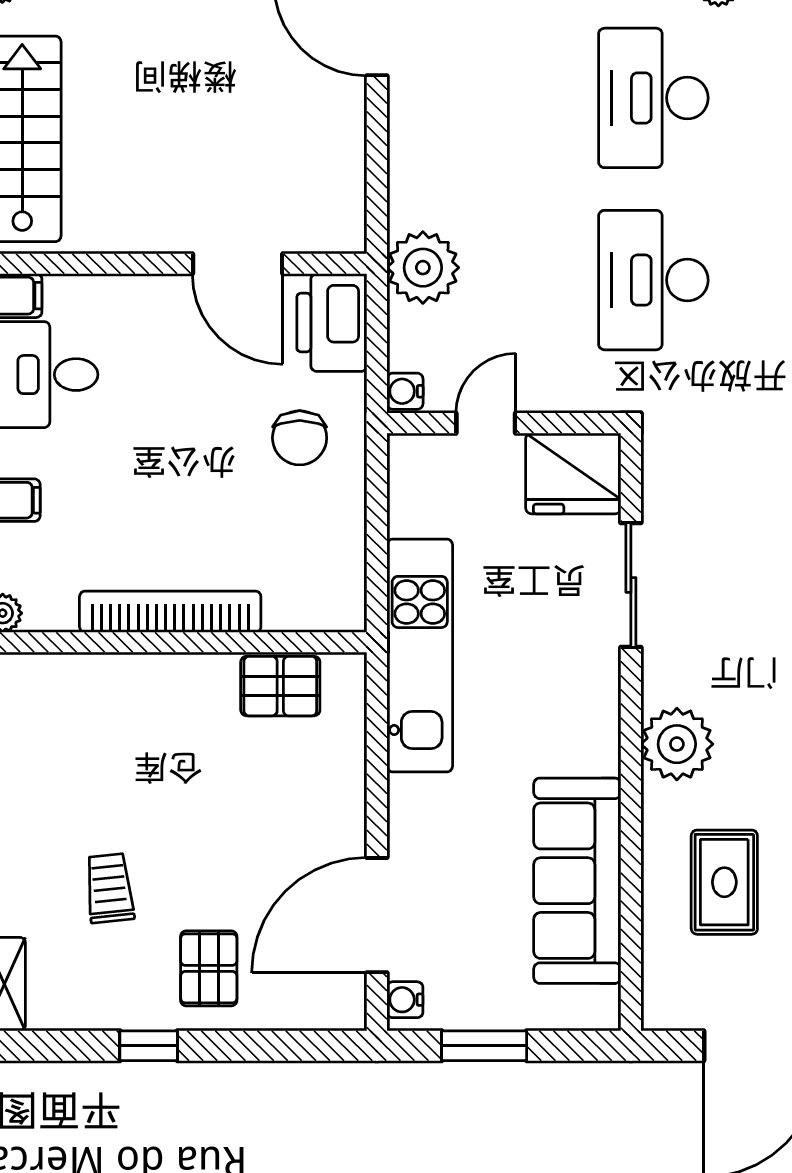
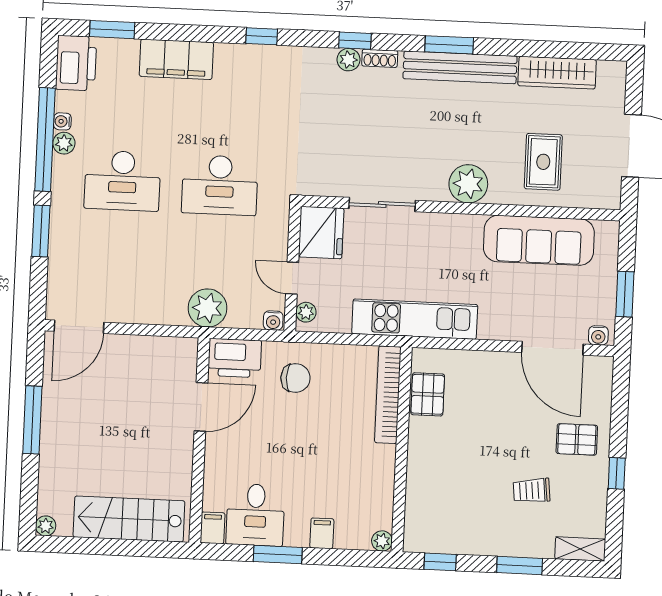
plant: (423, 452) -> (306, 312), added
bookcase: (170, 612) -> (388, 395), moved
rug: (724, 882) -> (543, 162), turned 90

